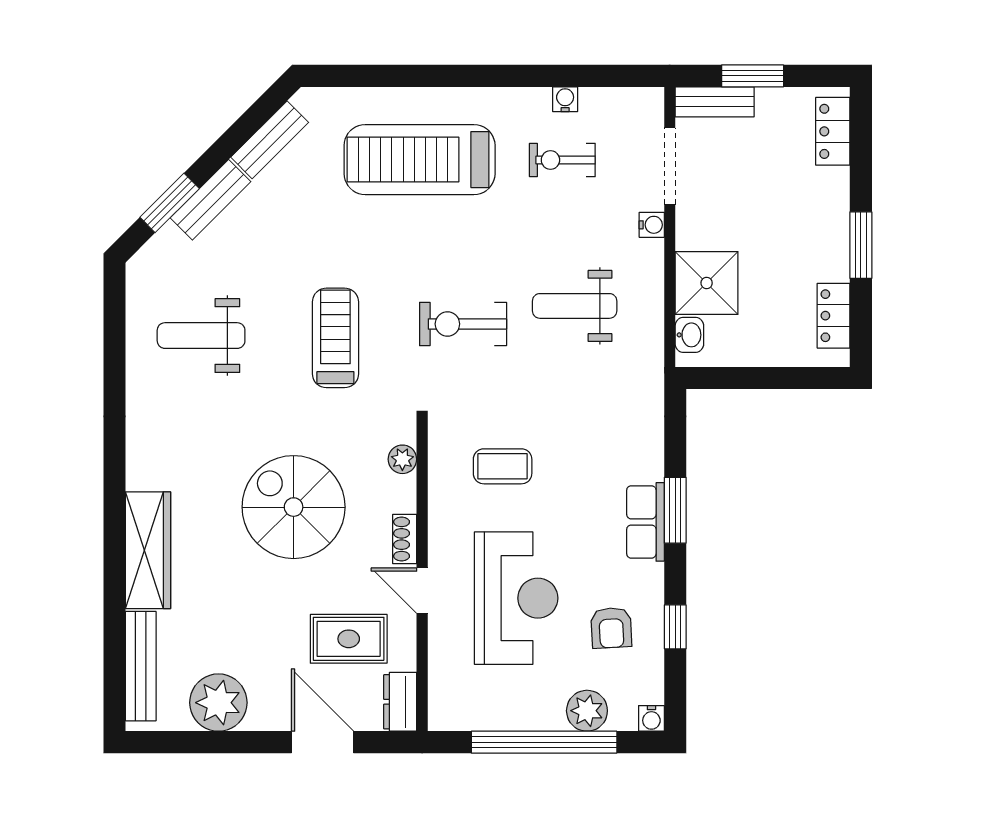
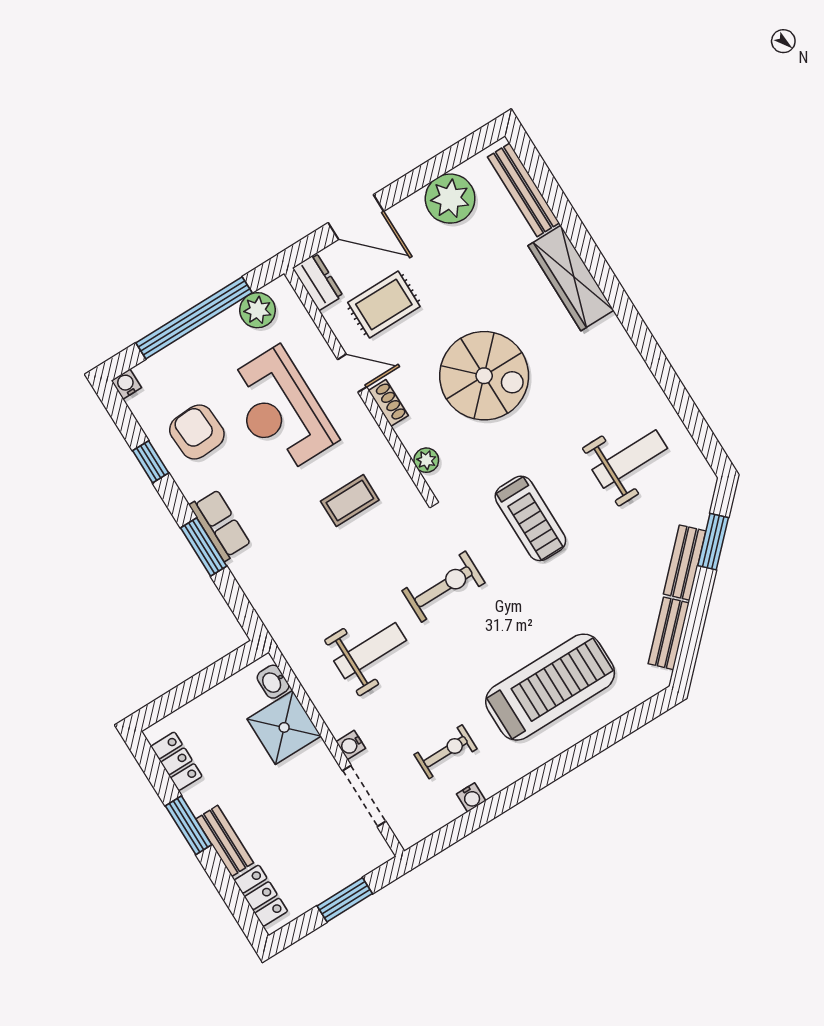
bench: (715, 102) -> (225, 841), moved, turned 90
armchair: (611, 628) -> (197, 432), width x1.38, depth x1.38
plant: (587, 711) -> (258, 310), moved

